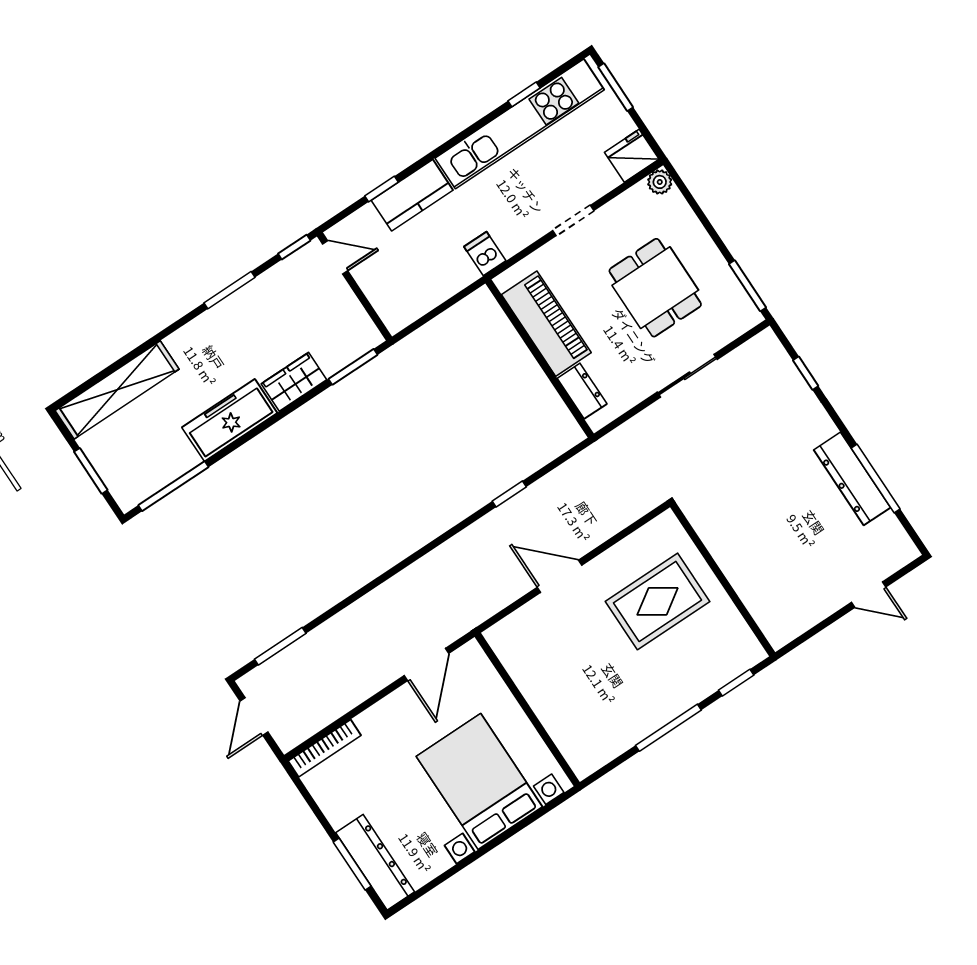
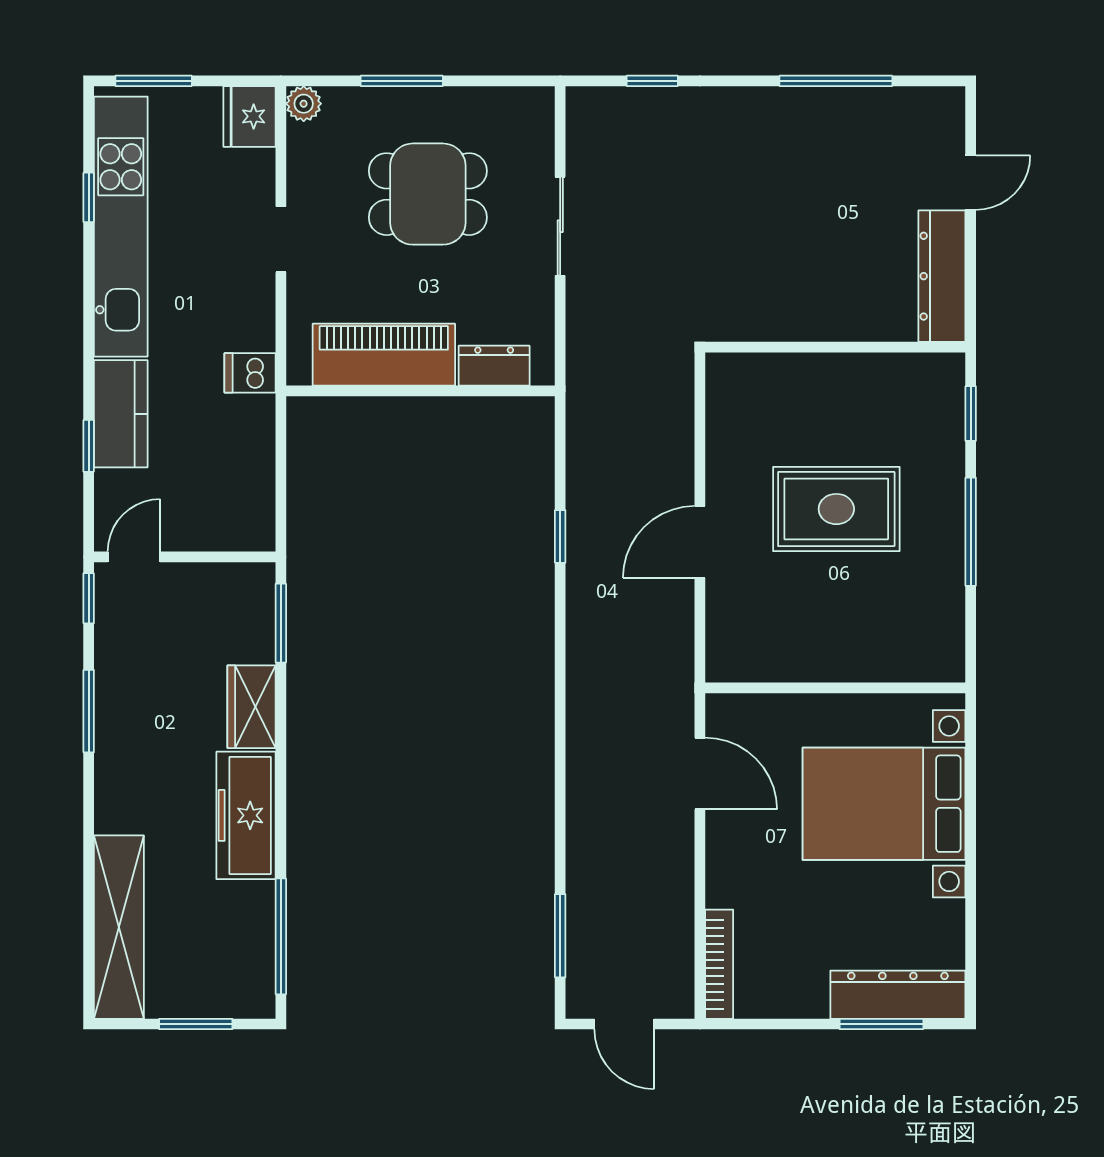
window: (748, 286) -> (402, 81), moved
dresser: (852, 479) -> (942, 276), moved, turned 90
rug: (658, 601) -> (836, 509), moved, turned 90

